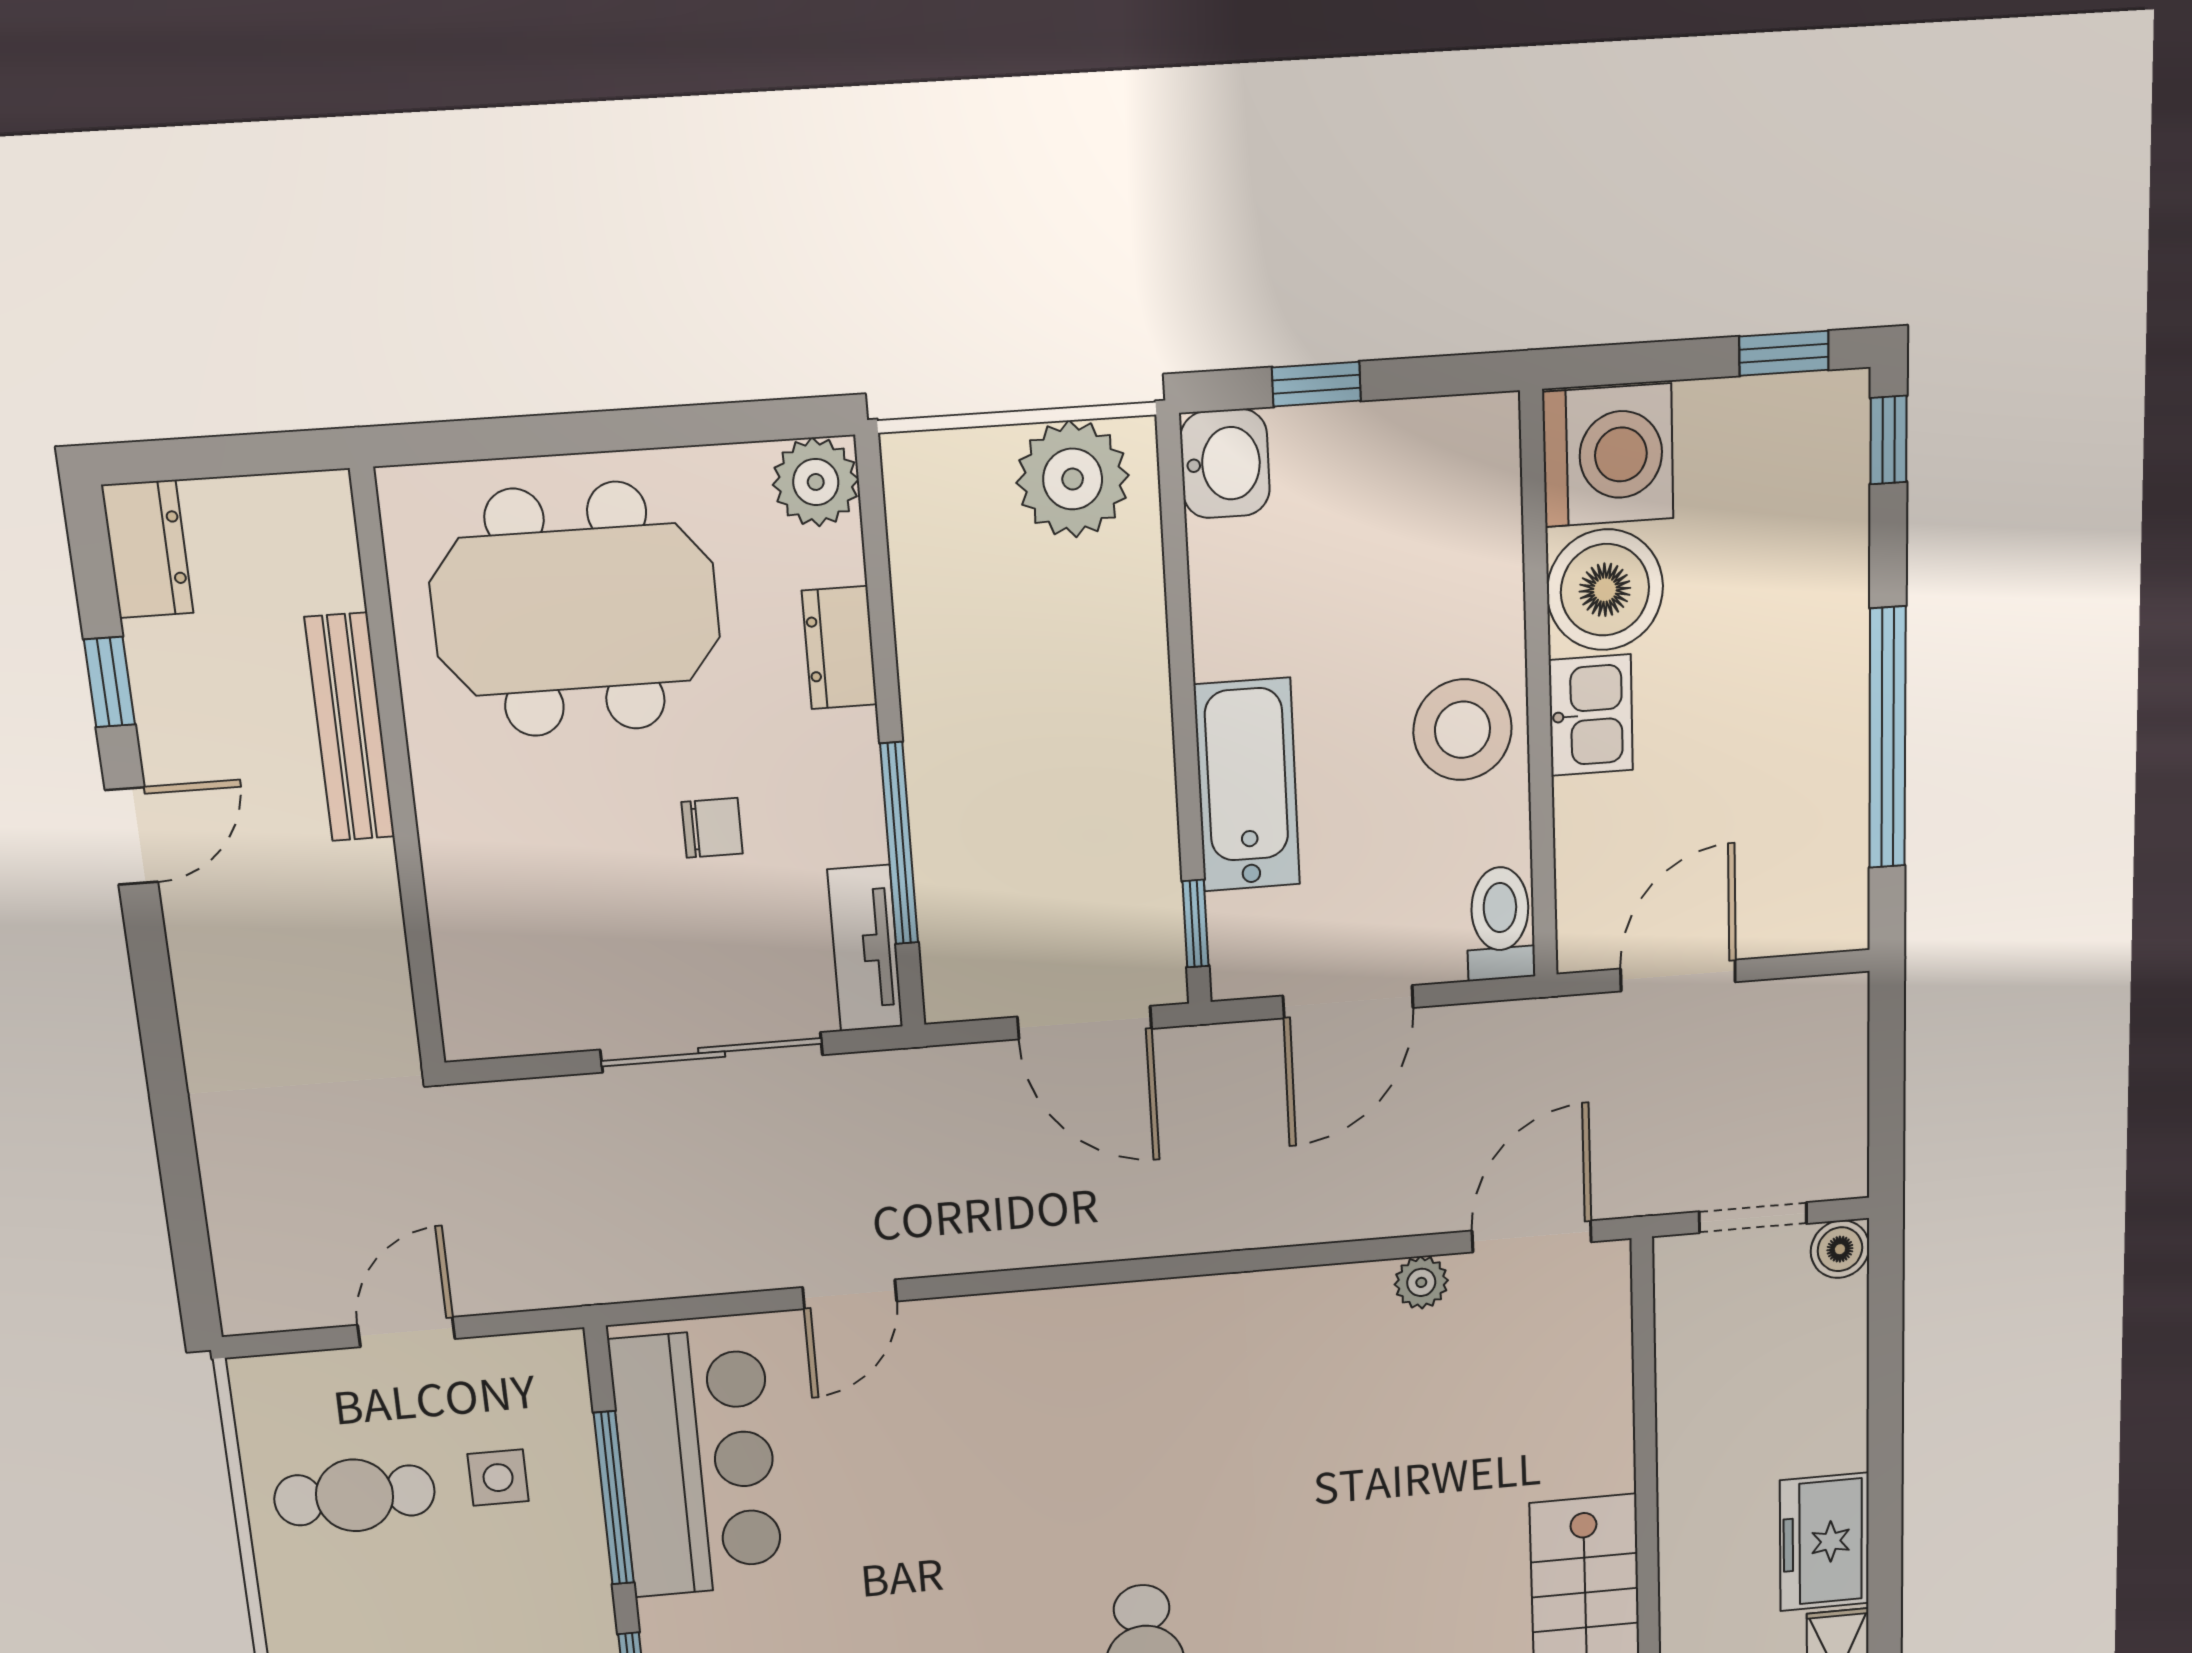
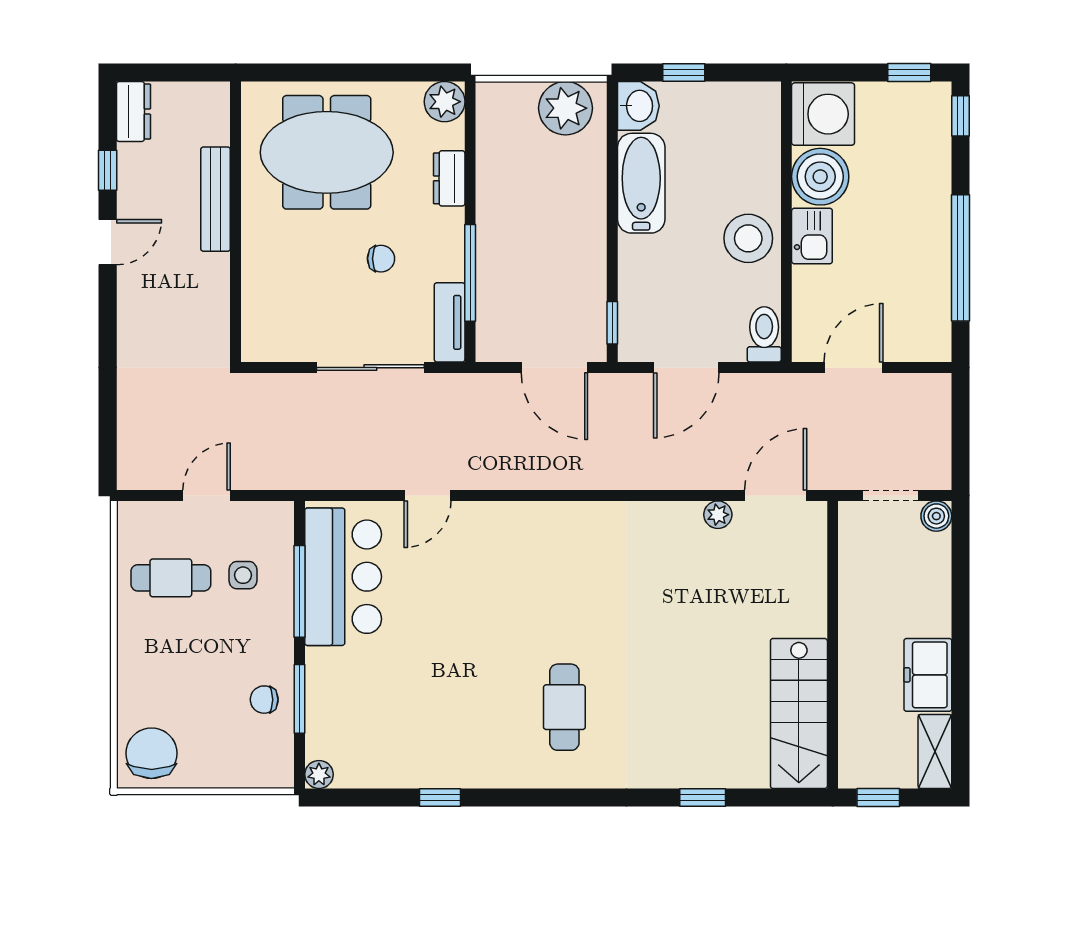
bathtub: (1247, 785) -> (641, 183), moved

